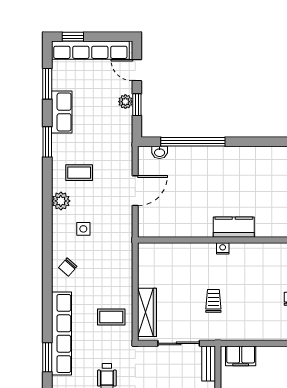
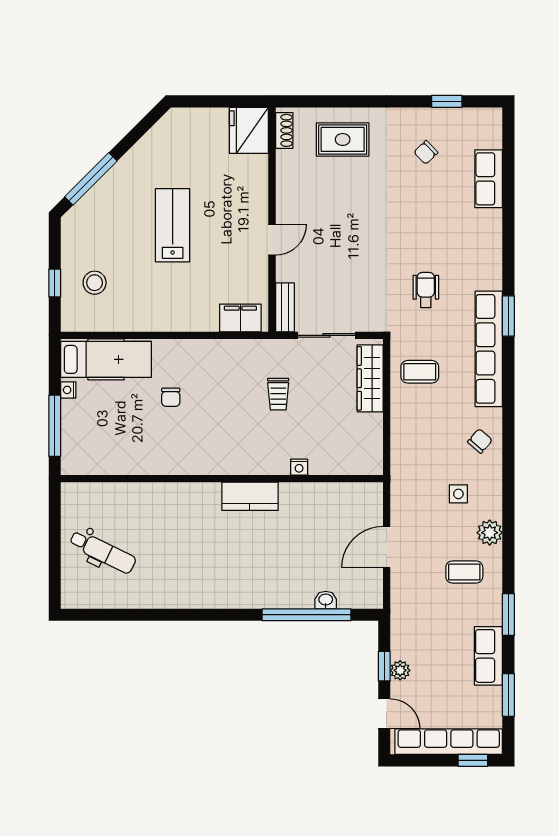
washbasin: (160, 152) -> (326, 600), moved
nightstand: (223, 248) -> (299, 467), moved

